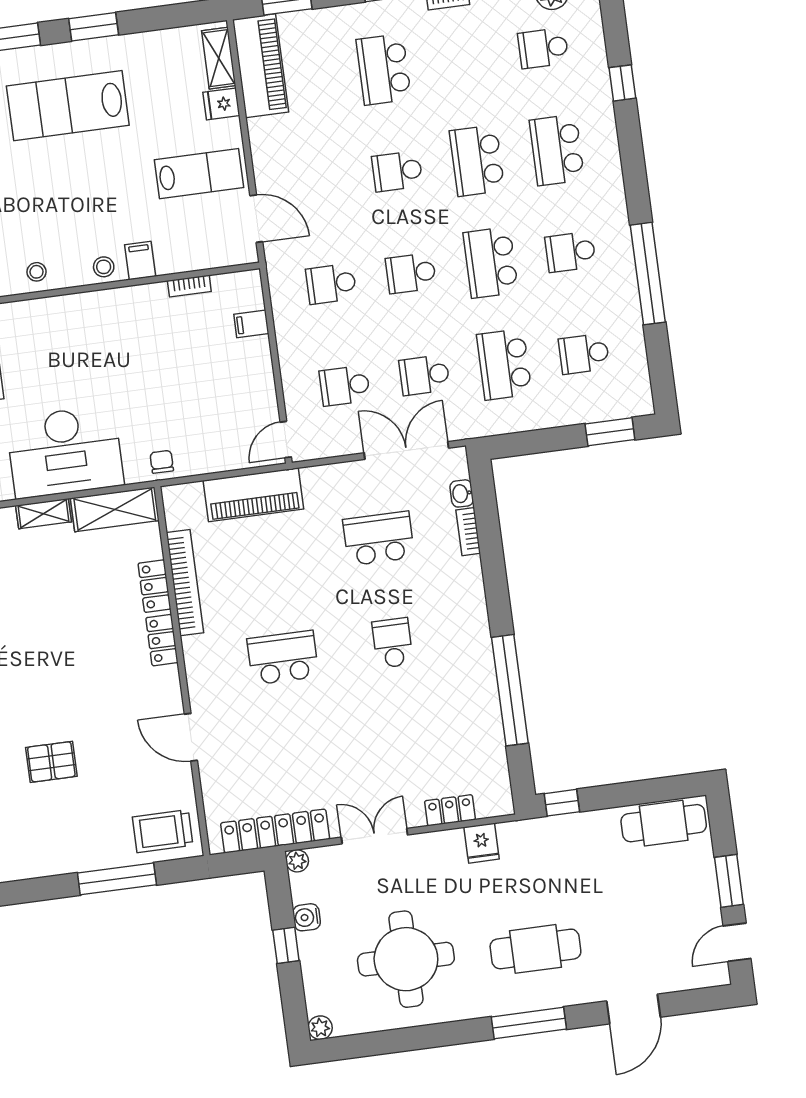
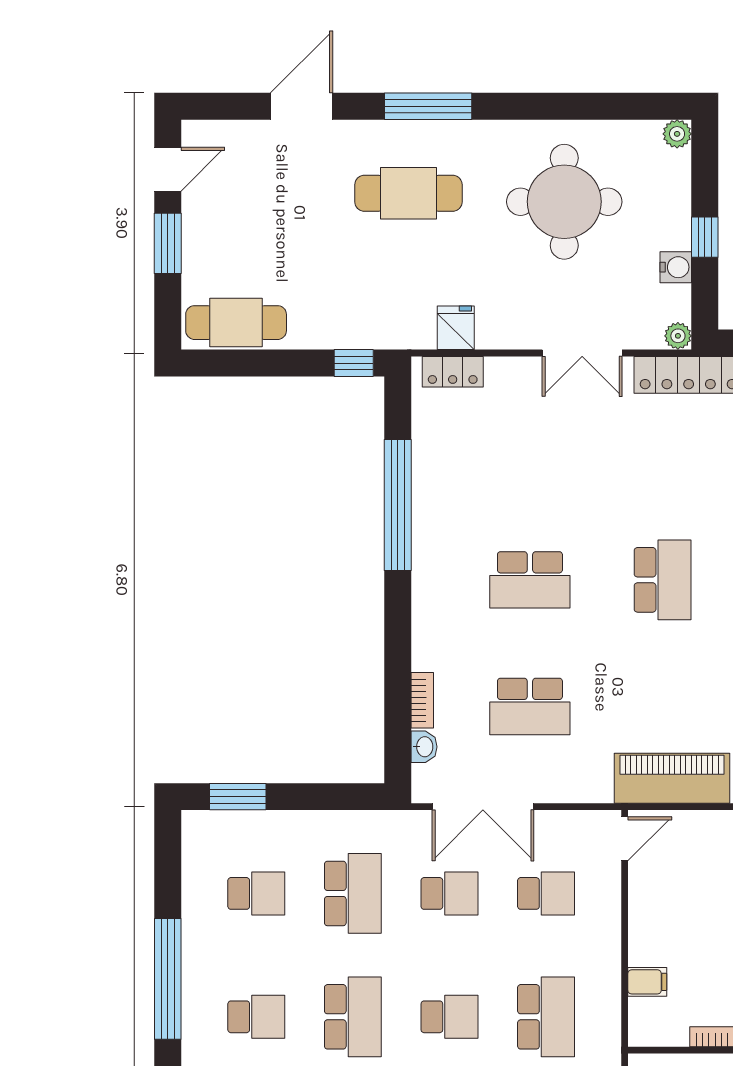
school desk: (331, 284) -> (546, 1017), width x1.85
school desk: (393, 643) -> (530, 580), width x1.85
school desk: (283, 658) -> (663, 580), turned -90
locker: (450, 810) -> (453, 372), moved

